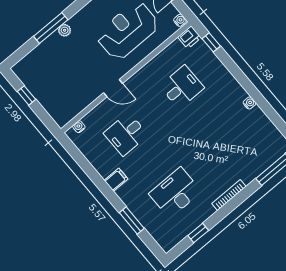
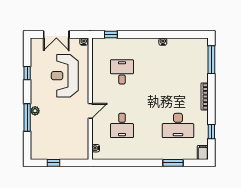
printer: (189, 37) -> (98, 44), removed
filing cabinet: (116, 180) -> (203, 152), moved
desk: (175, 193) -> (178, 125), turned -90

